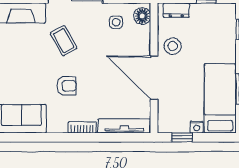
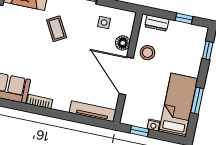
floor lamp: (142, 16) -> (123, 43), moved
armchair: (66, 86) -> (51, 67), removed
bookcase: (82, 127) -> (40, 102), moved

